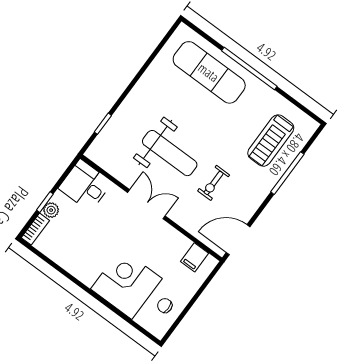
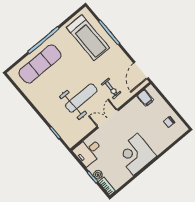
treadmill: (271, 141) -> (88, 38), width x1.37, depth x1.38
exercise bike: (214, 183) -> (111, 88), moved
corner desk: (126, 284) -> (136, 154), moved

